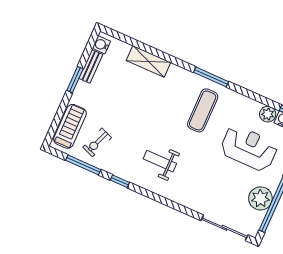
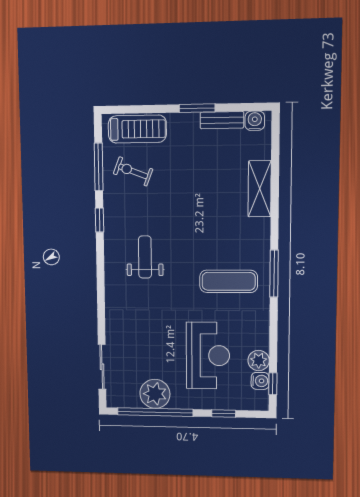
sliding door: (224, 228) -> (102, 367), width x0.73

